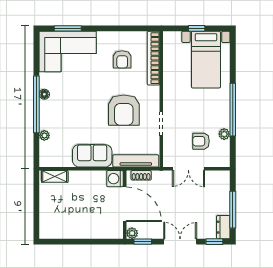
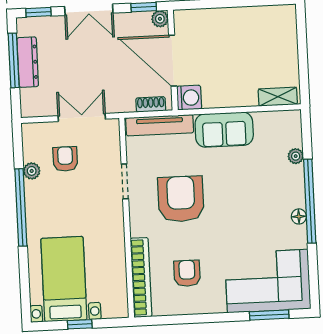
armchair: (201, 141) -> (65, 159), turned -90
dresser: (223, 227) -> (28, 62), moved, width x1.44

